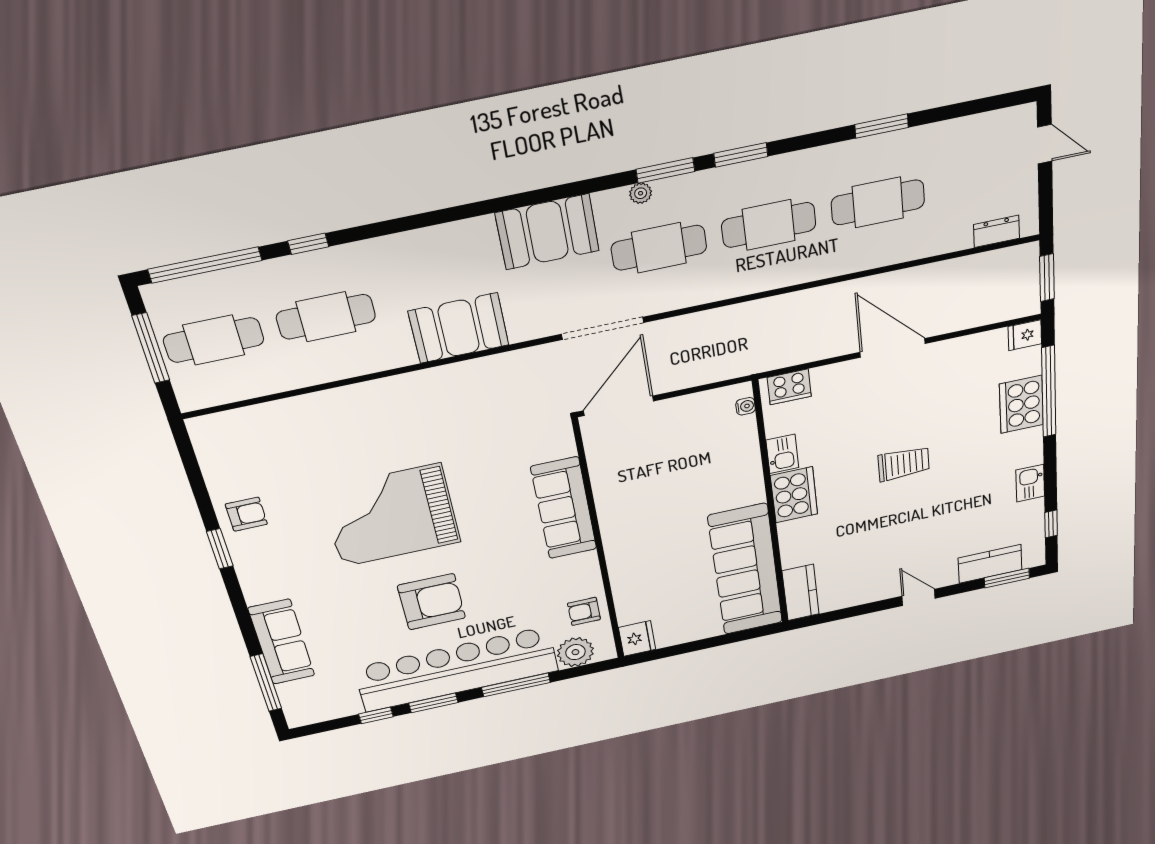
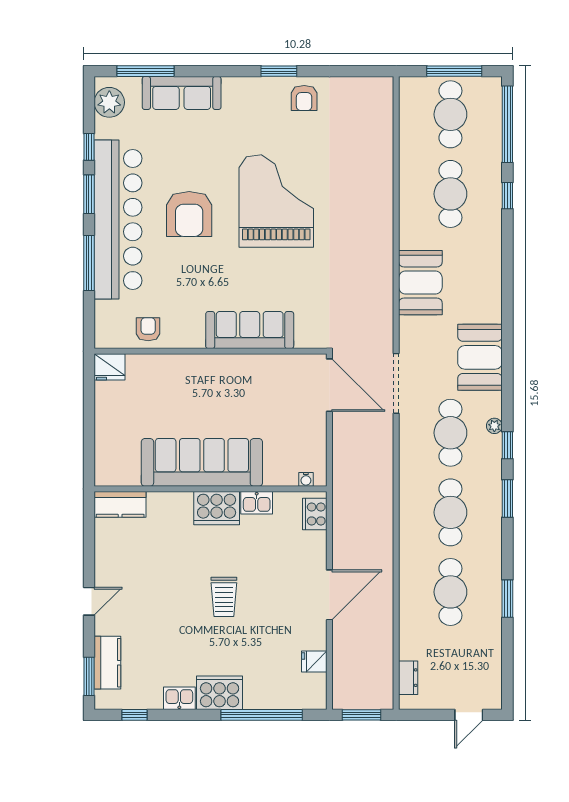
window: (665, 170) -> (507, 445), width x0.67
fridge: (1025, 335) -> (314, 661), moved, turned -90
cooker: (1021, 404) -> (220, 693), moved
sofa: (746, 570) -> (202, 462), moved
plant: (575, 652) -> (109, 102), moved

